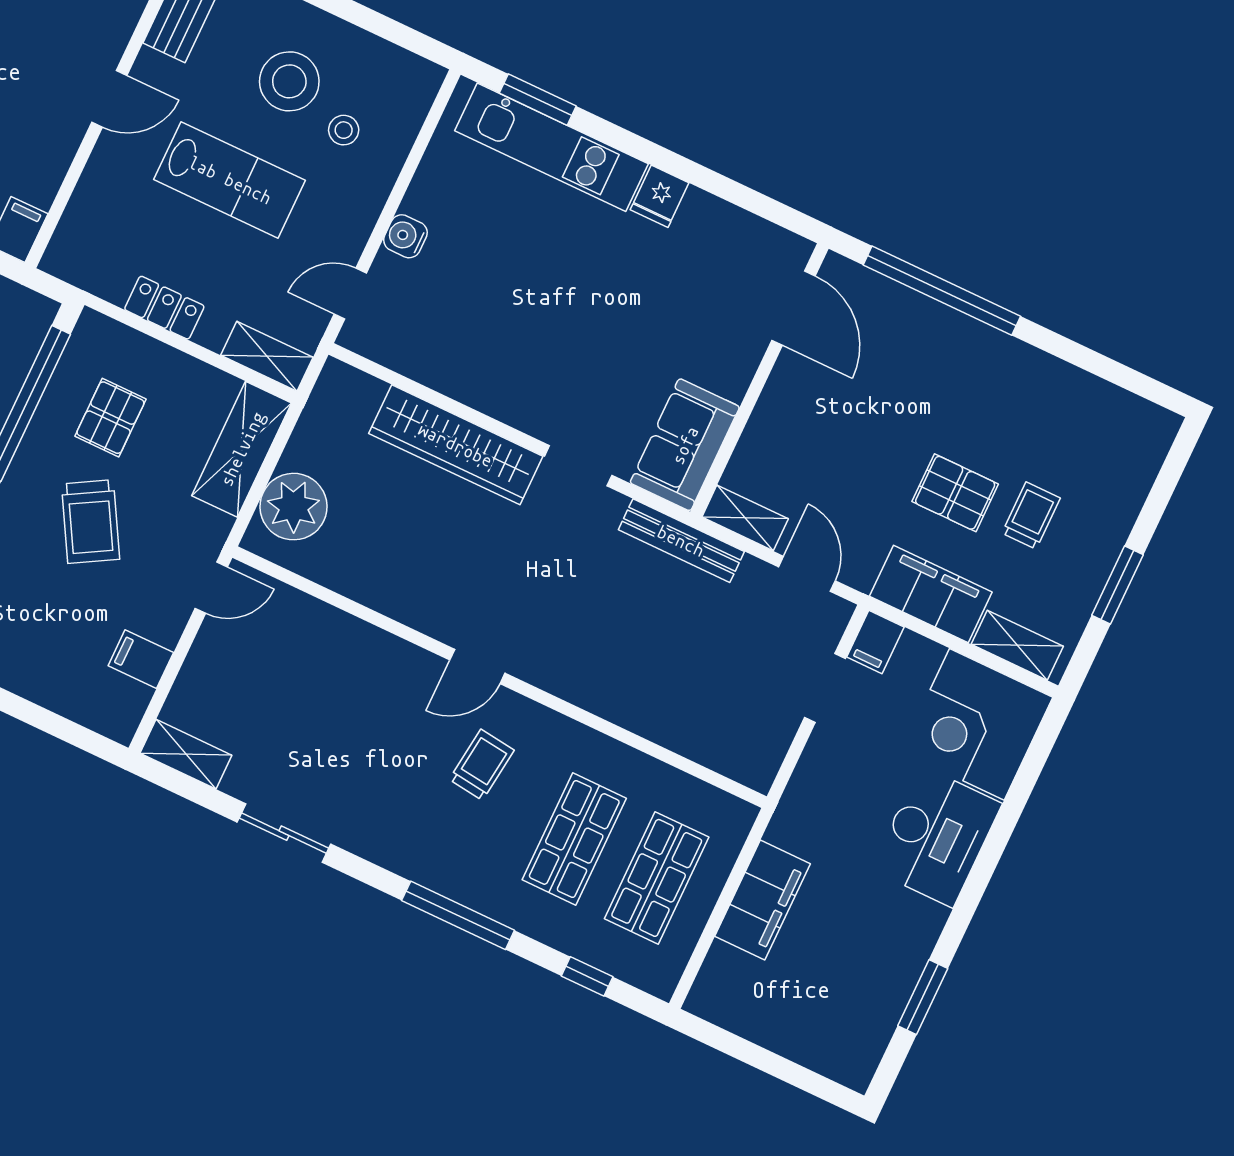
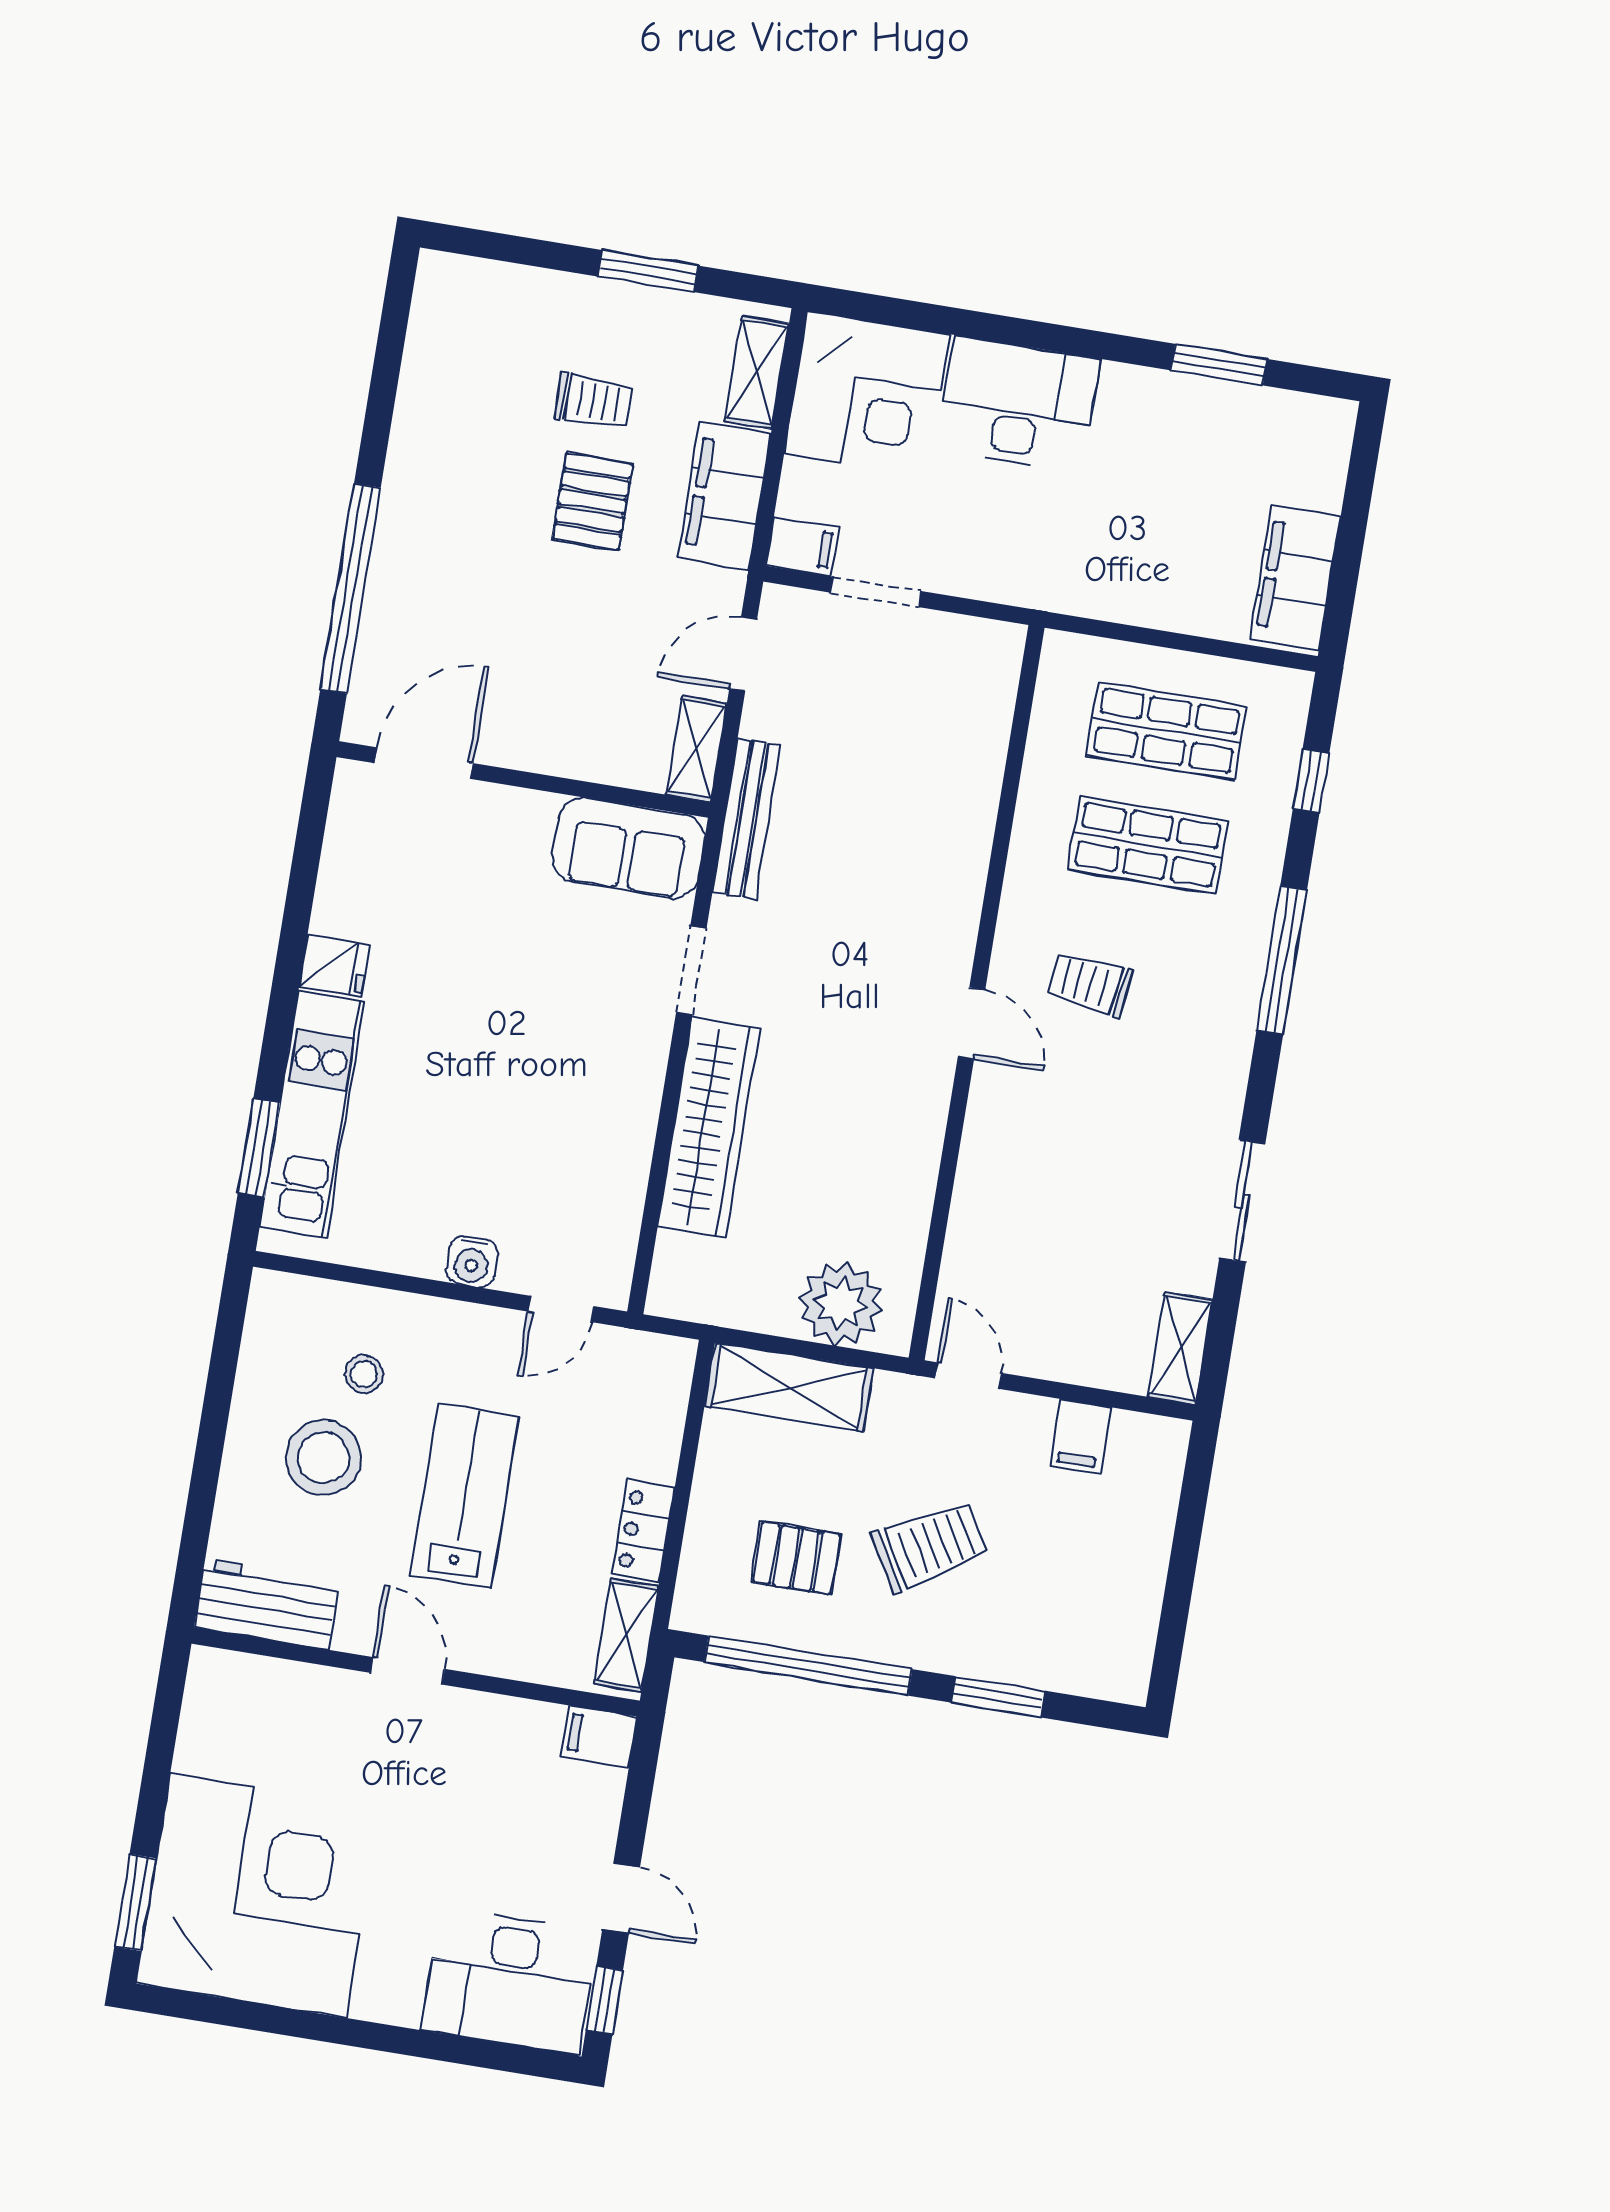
door: (350, 294) -> (561, 1309), hinge flipped
shelving: (267, 356) -> (626, 1635), moved
trolley: (1031, 516) -> (594, 401), turned 180
filing cabinet: (762, 900) -> (1295, 578), moved, turned -90

